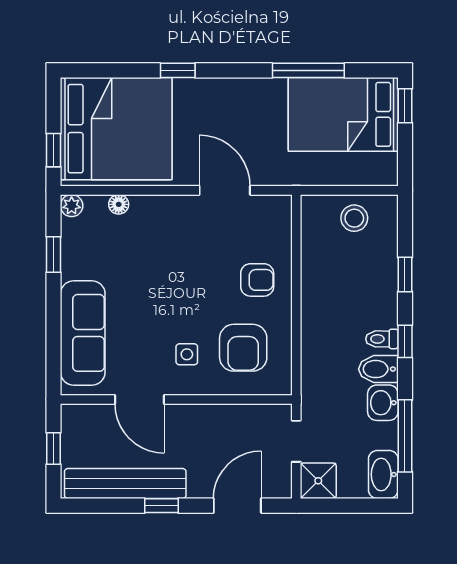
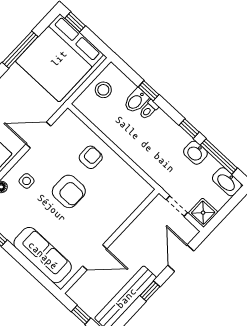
bed: (343, 114) -> (59, 58), width x1.36
toilet: (382, 339) -> (149, 110), moved
window: (405, 341) -> (189, 129), moved
armchair: (243, 348) -> (69, 191), moved
side table: (187, 354) -> (27, 181), moved
bidet: (378, 369) -> (136, 101), moved

